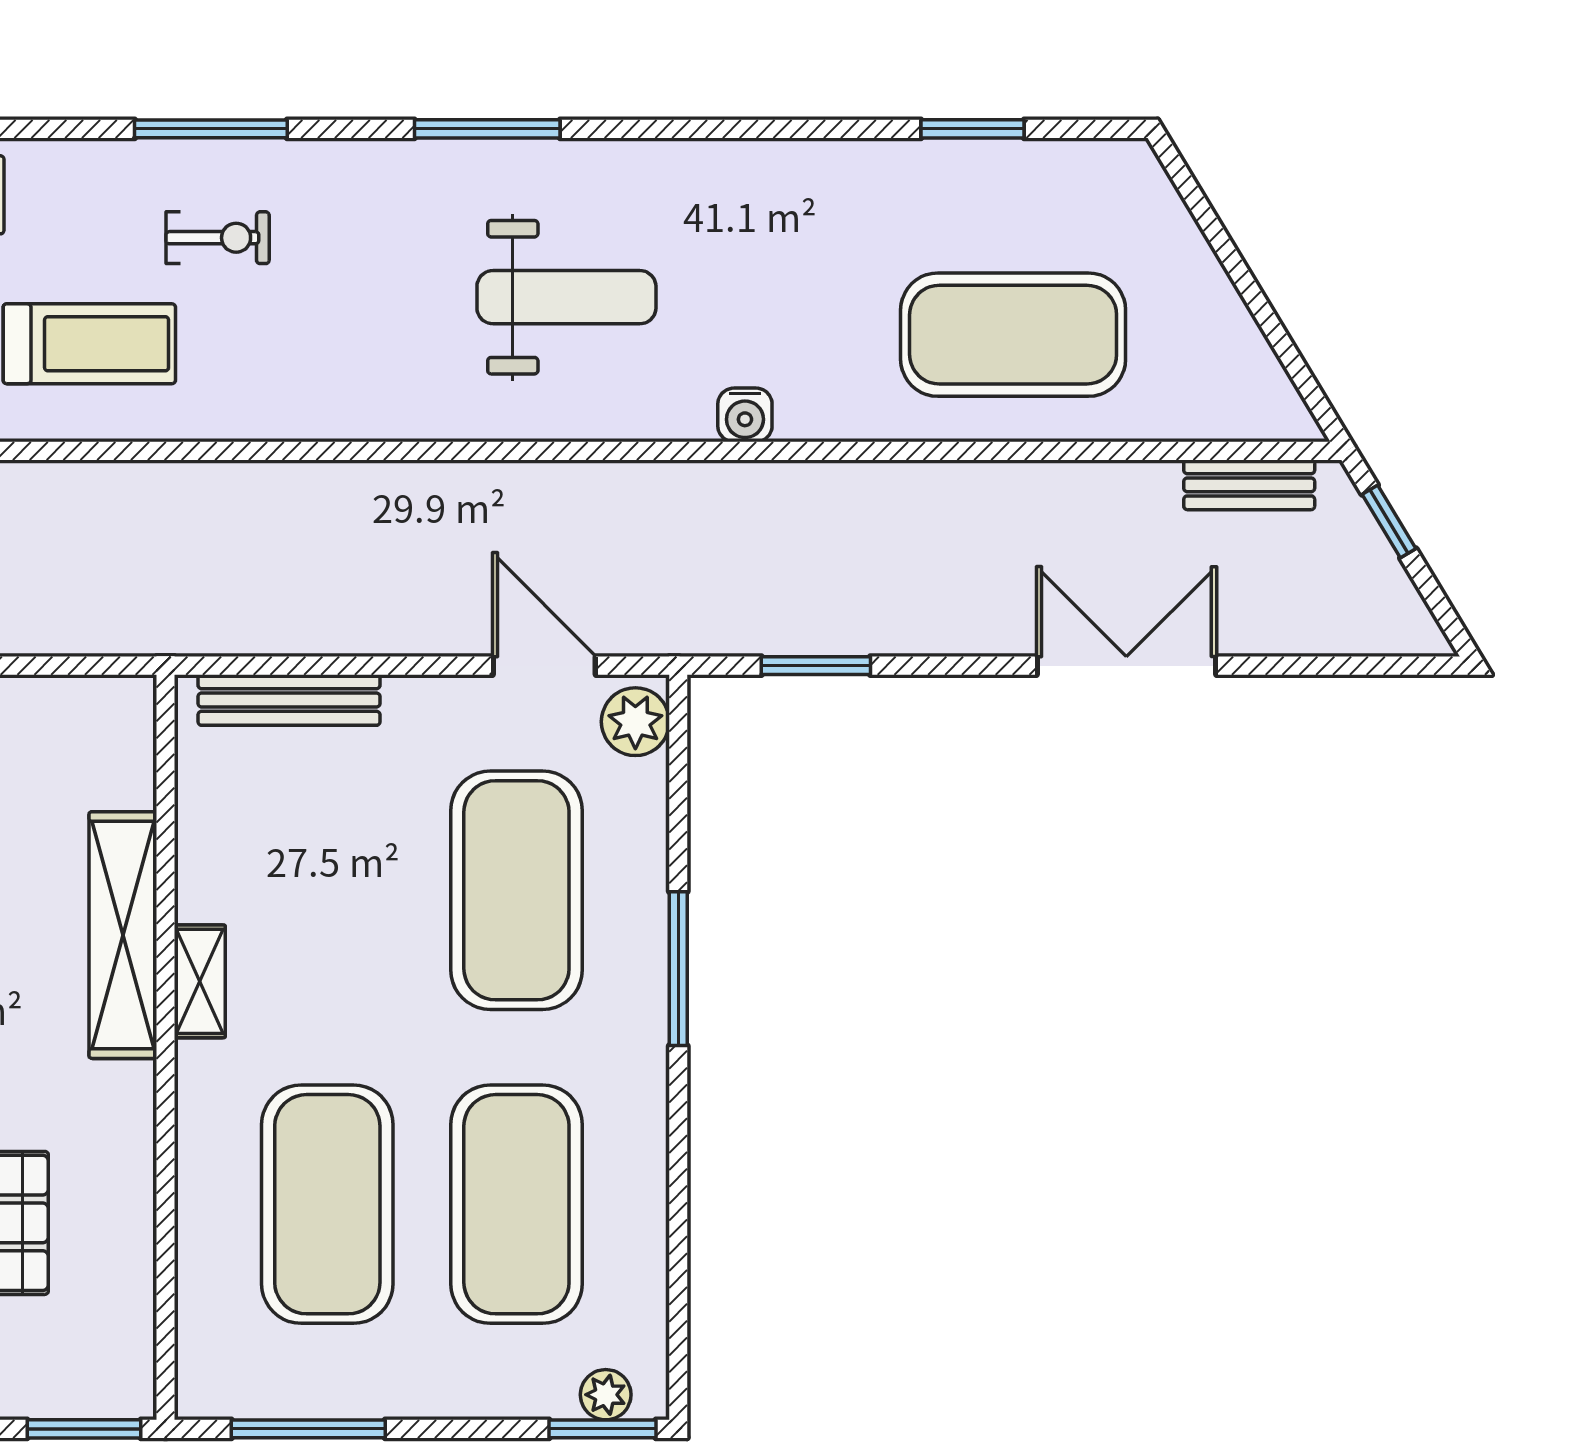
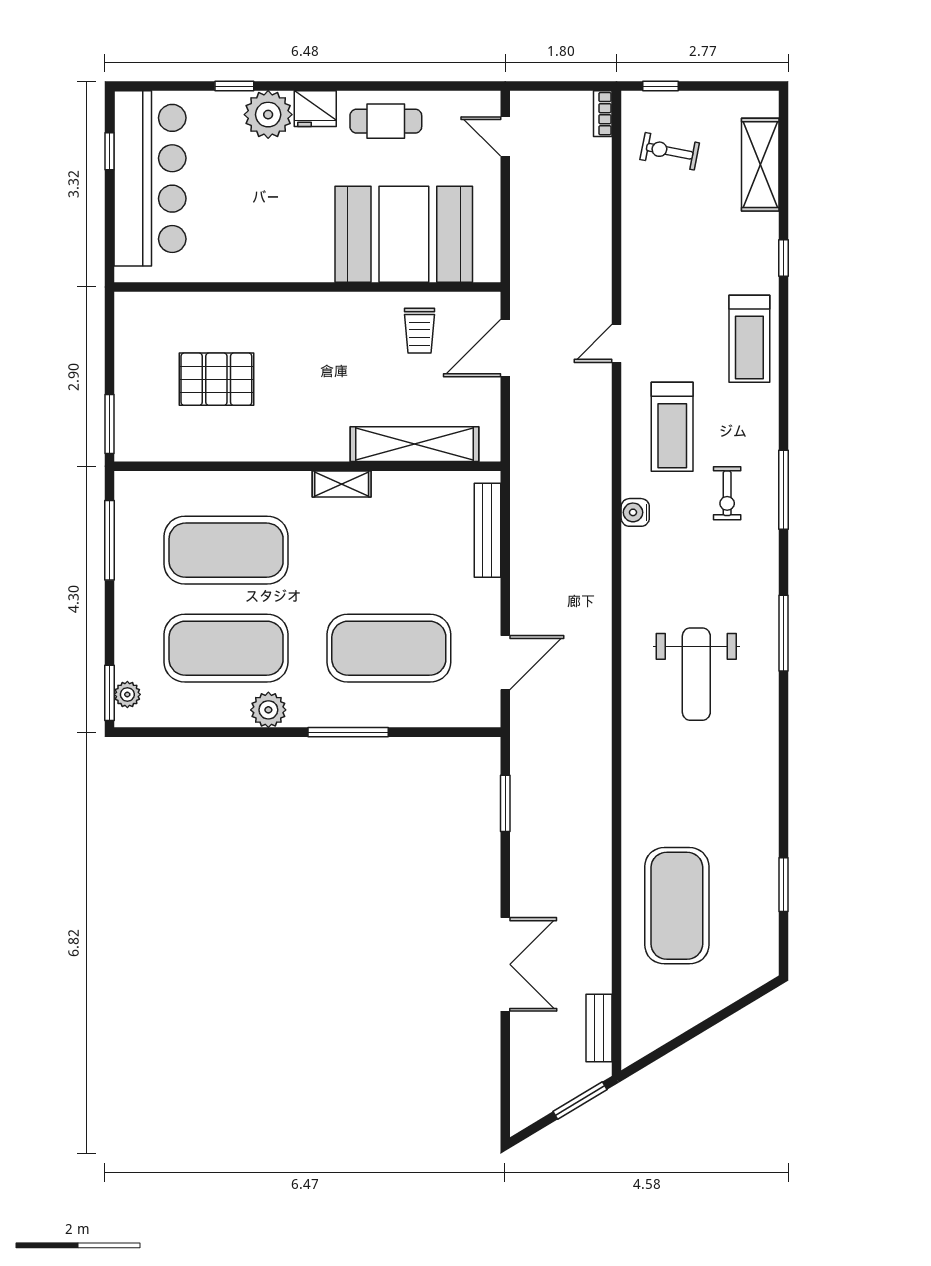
water cooler: (745, 415) -> (635, 512), moved
window: (1389, 522) -> (580, 1101), width x1.50
plant: (635, 722) -> (268, 710), moved
shelving: (123, 935) -> (414, 444), moved

